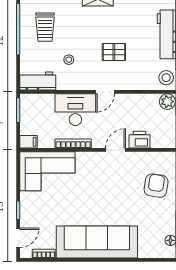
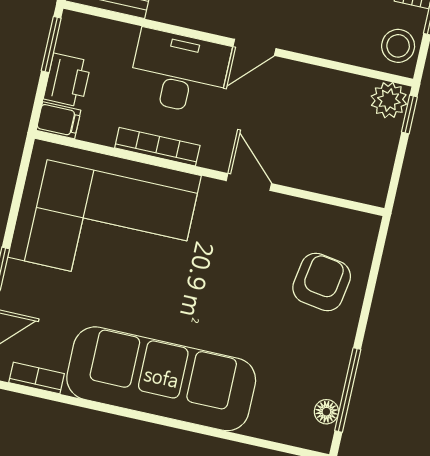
printer: (139, 140) -> (67, 80), moved, turned 90
door: (116, 150) -> (249, 182), hinge flipped
corner sofa: (47, 171) -> (105, 216), width x1.36, depth x1.36

